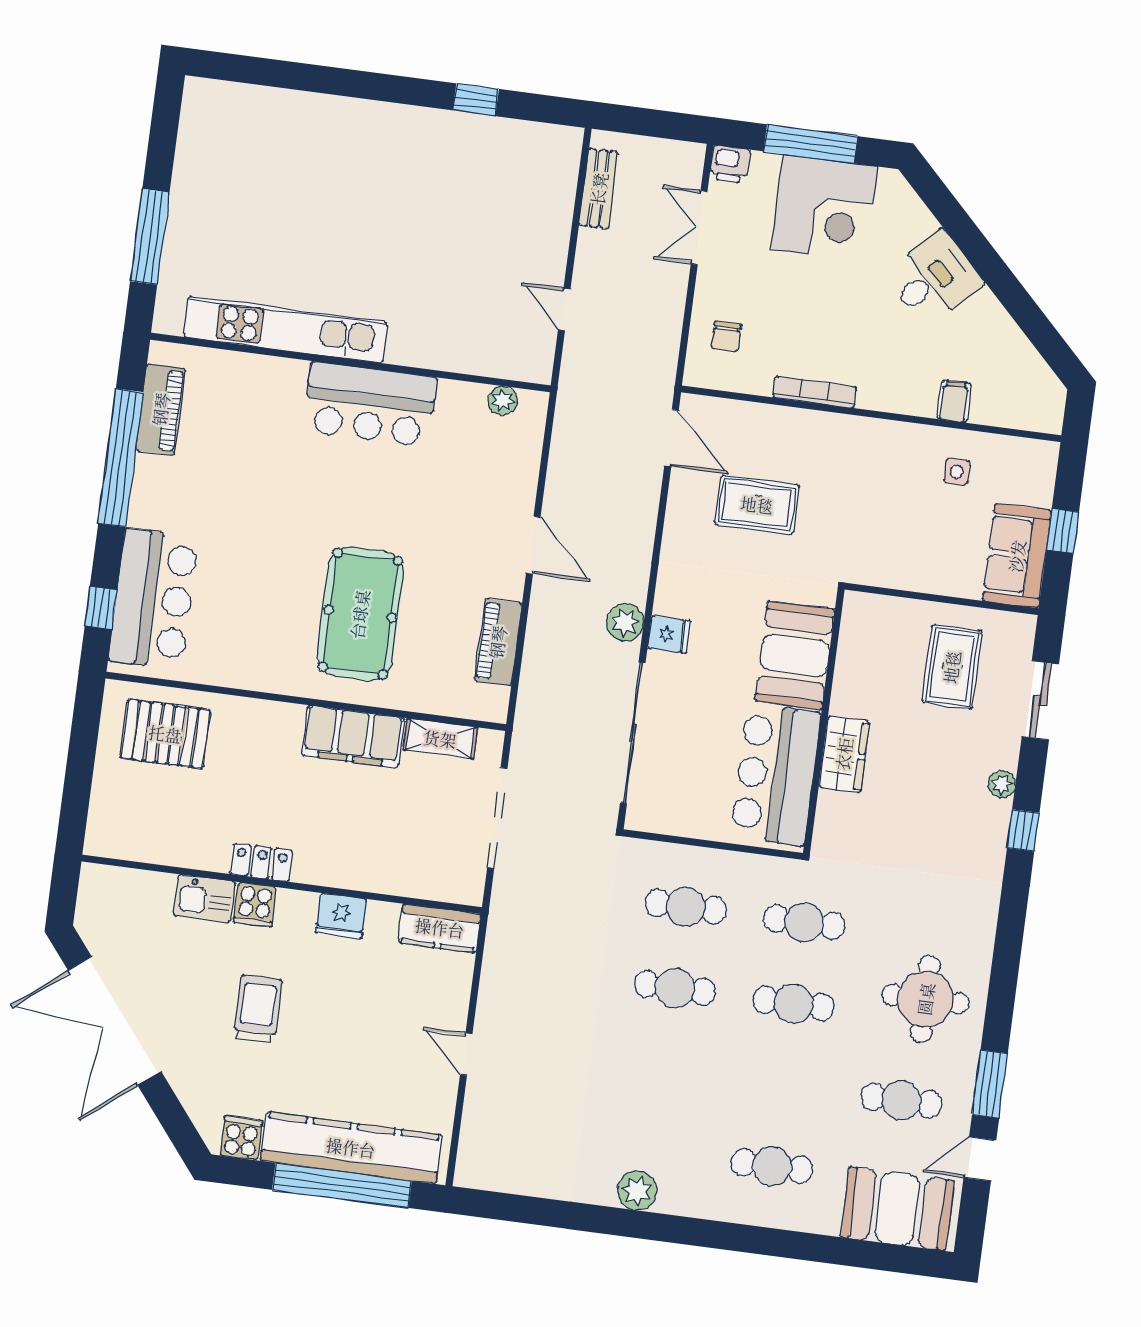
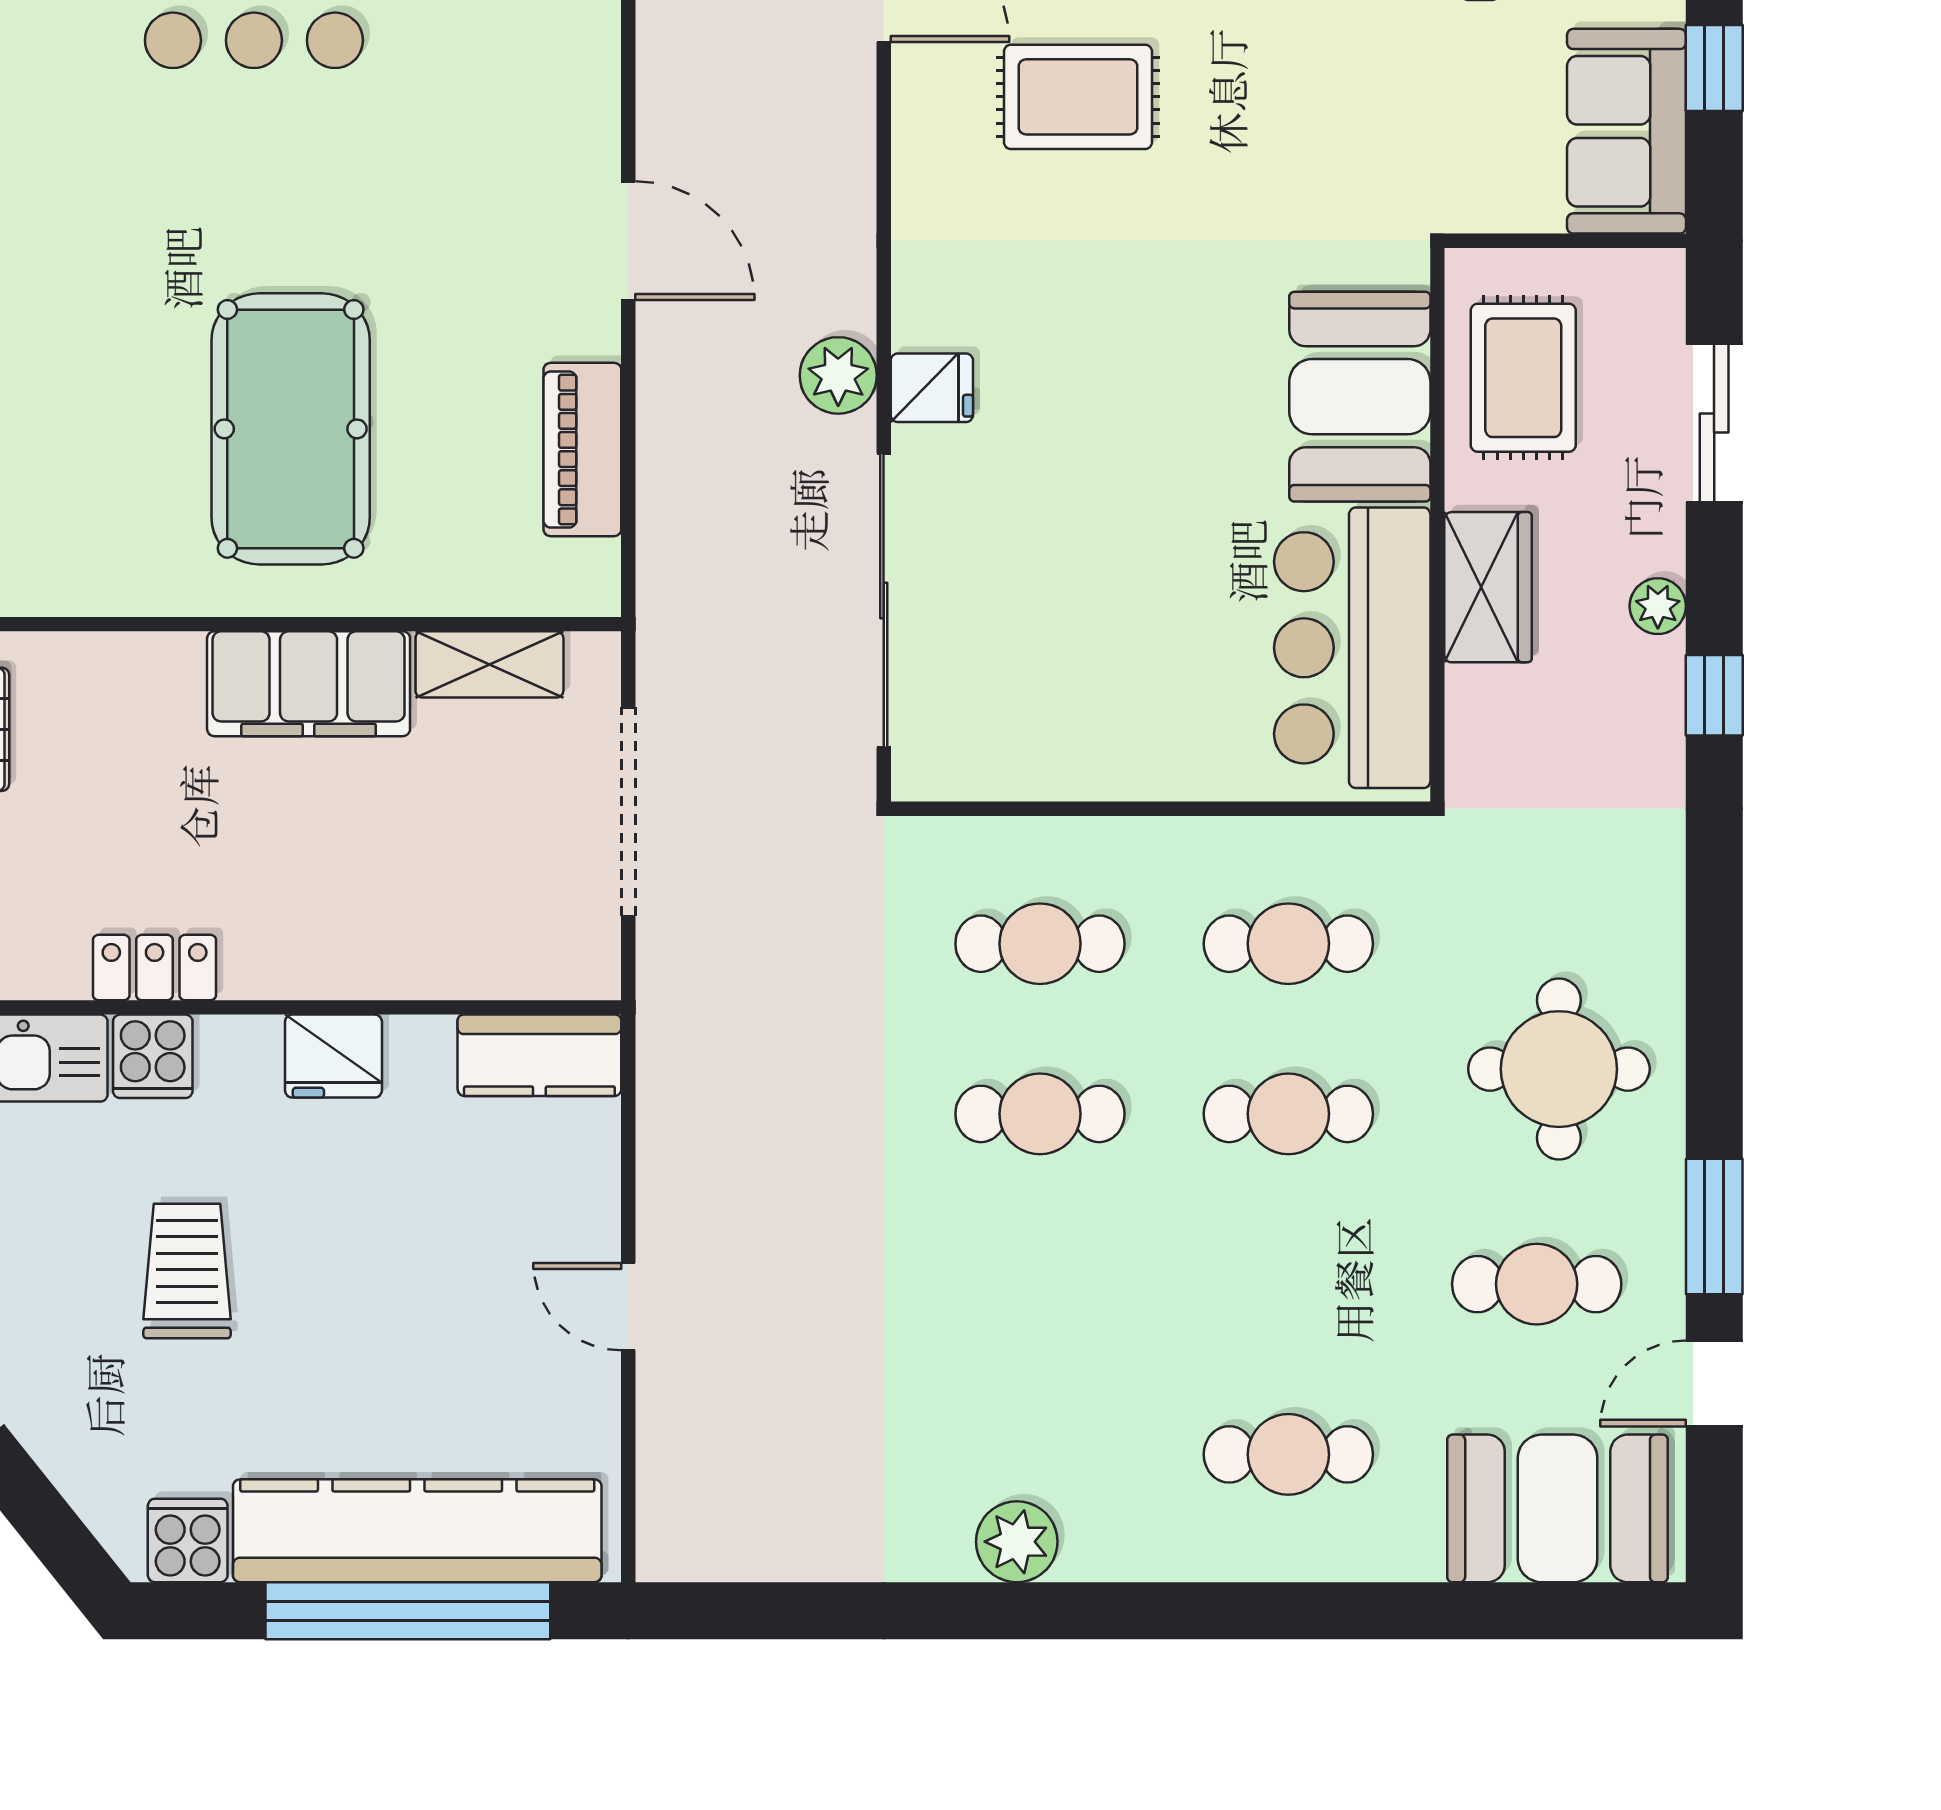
booth: (795, 655) -> (1360, 397), moved
wall: (824, 721) -> (1437, 525), moved
wardrobe: (844, 754) -> (1488, 587), moved
bar counter: (775, 775) -> (1352, 648), moved

